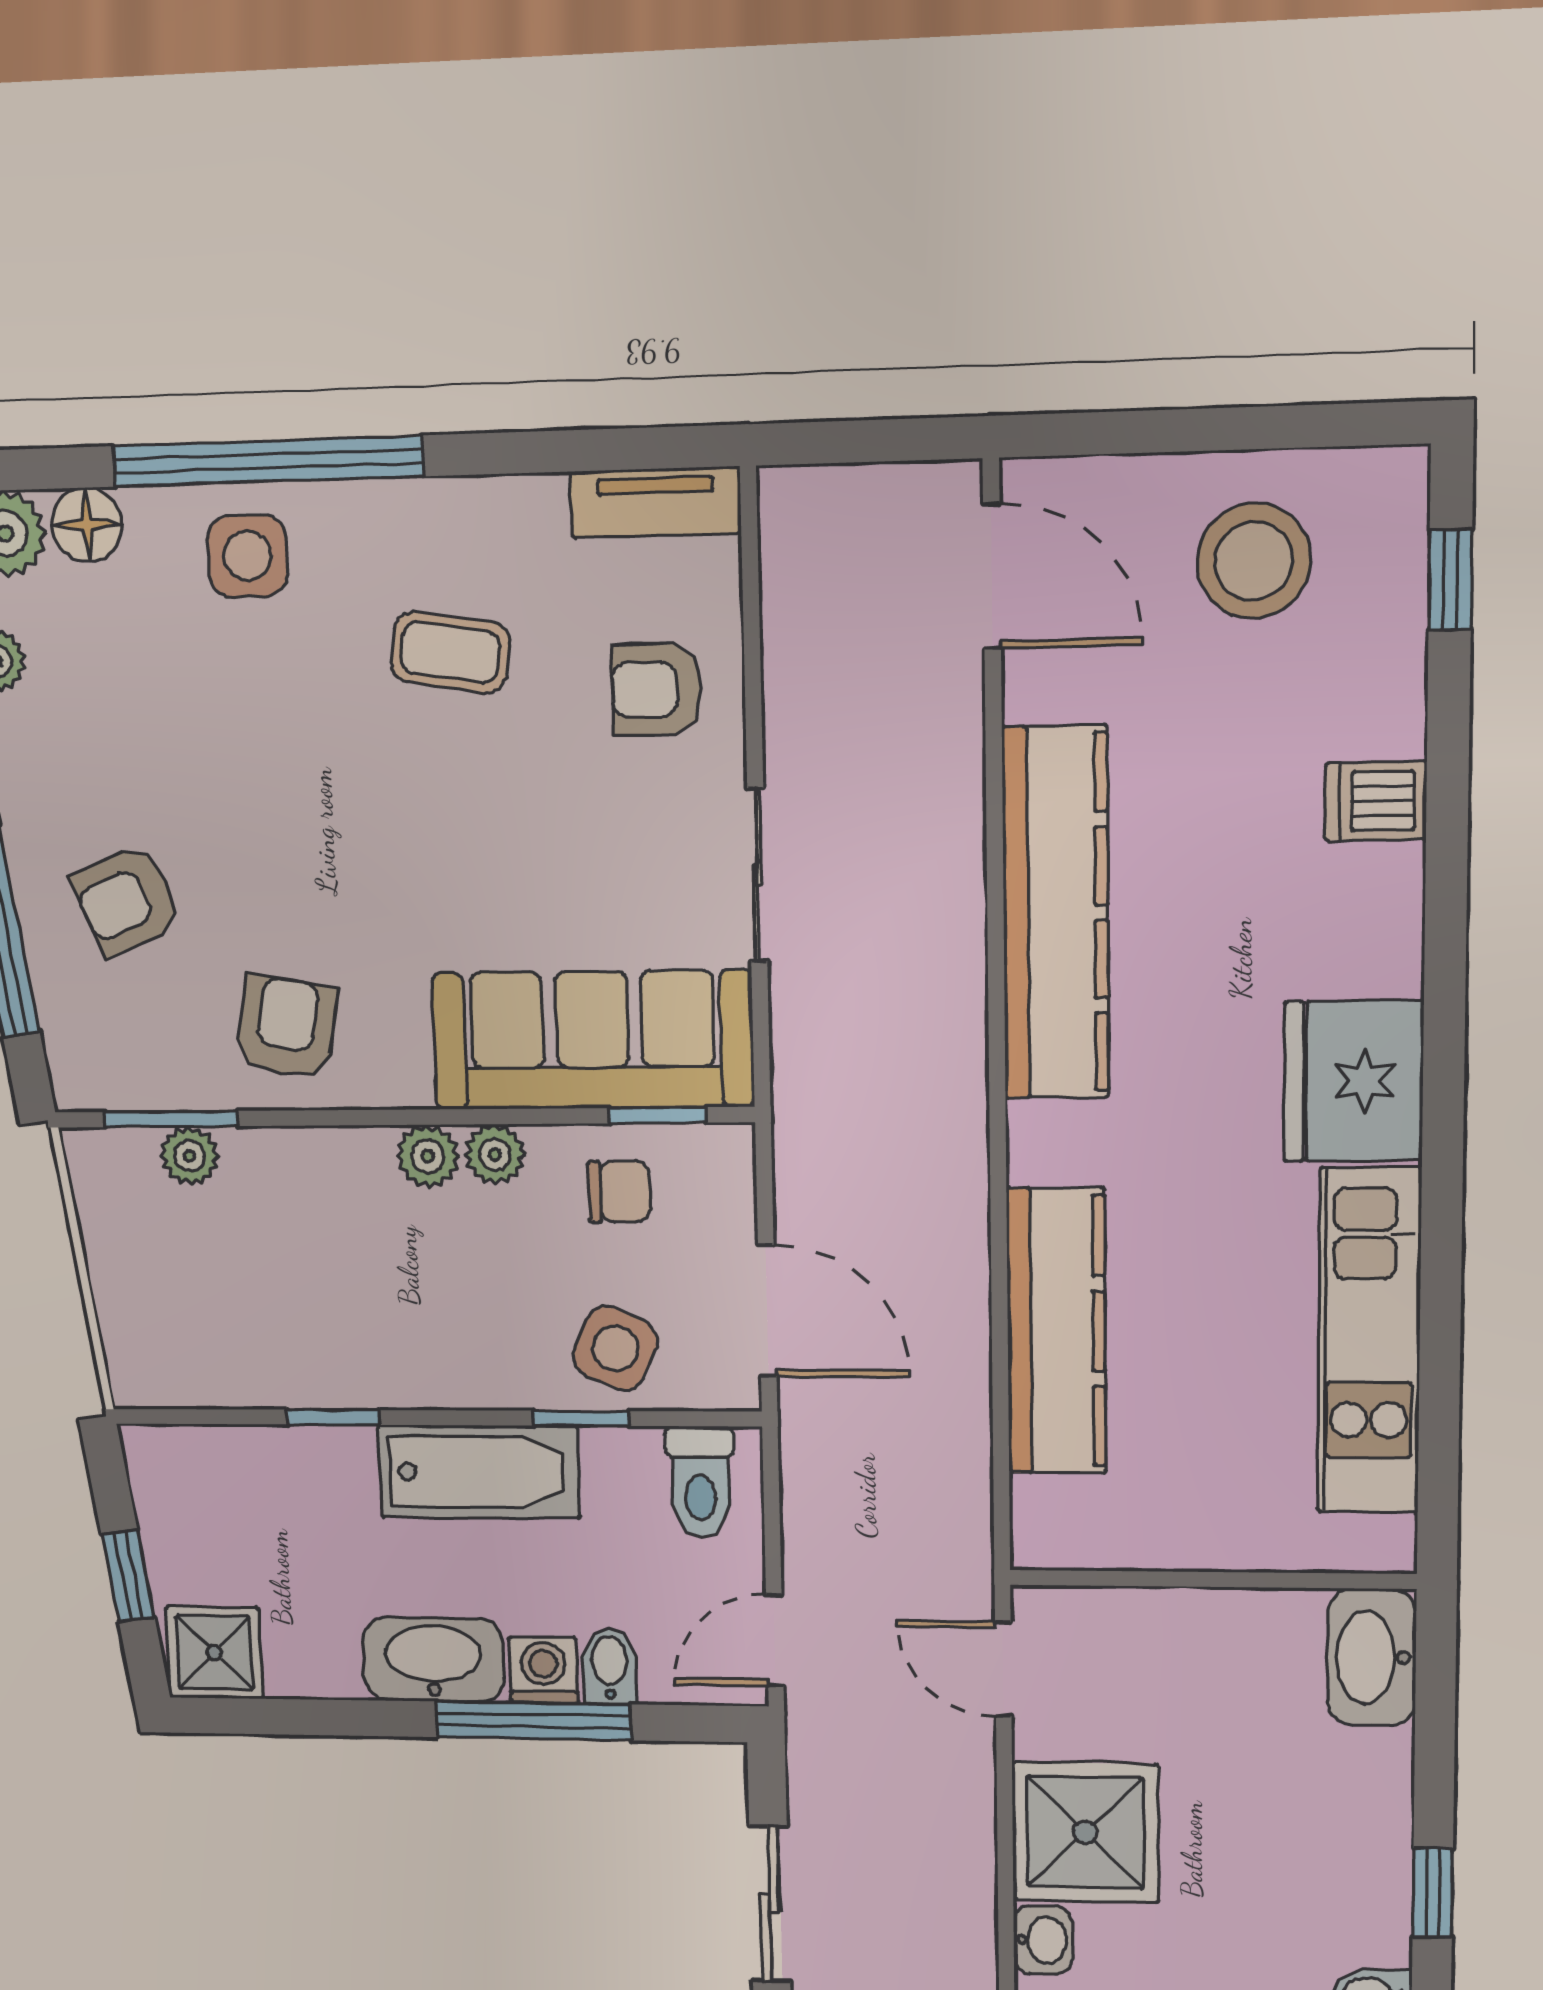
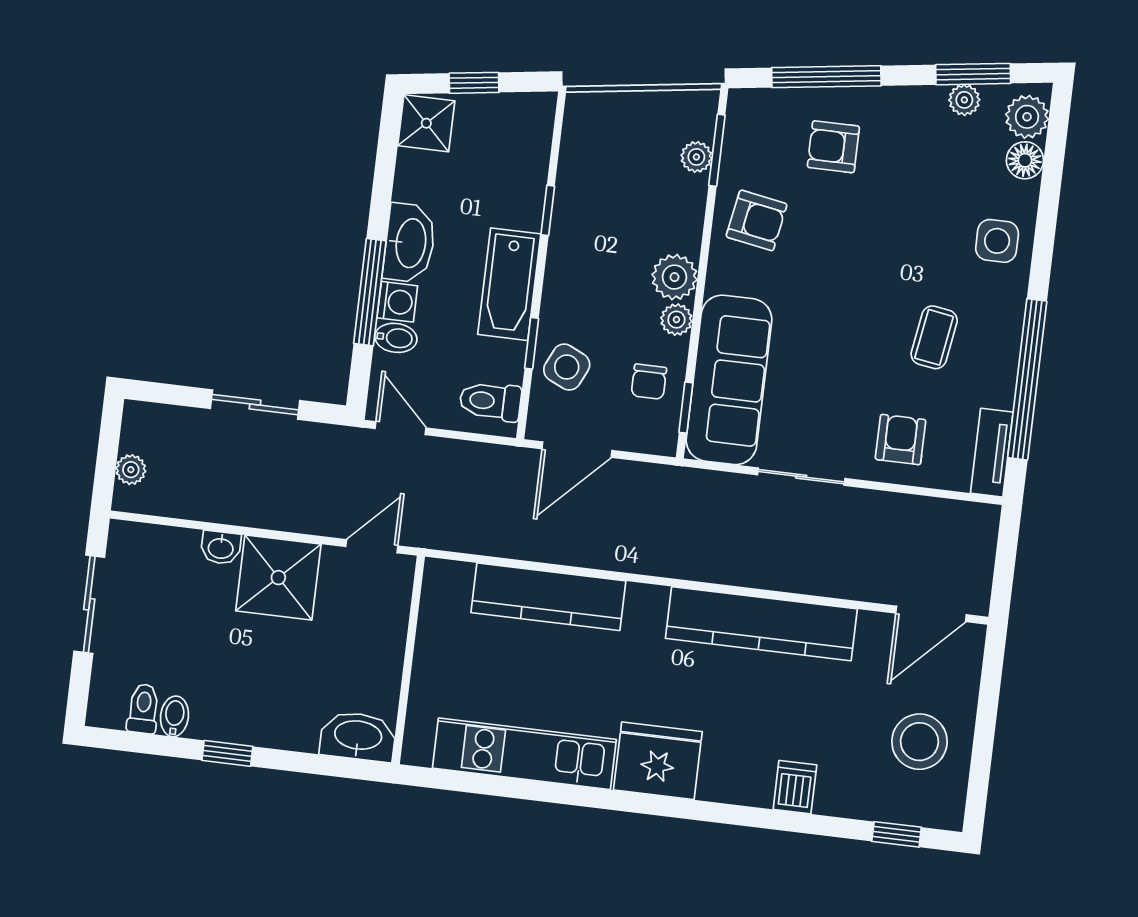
window: (267, 461) -> (1027, 379), moved
armchair: (126, 900) -> (833, 147), turned -67
plant: (428, 1156) -> (675, 277), width x1.38, depth x1.38

